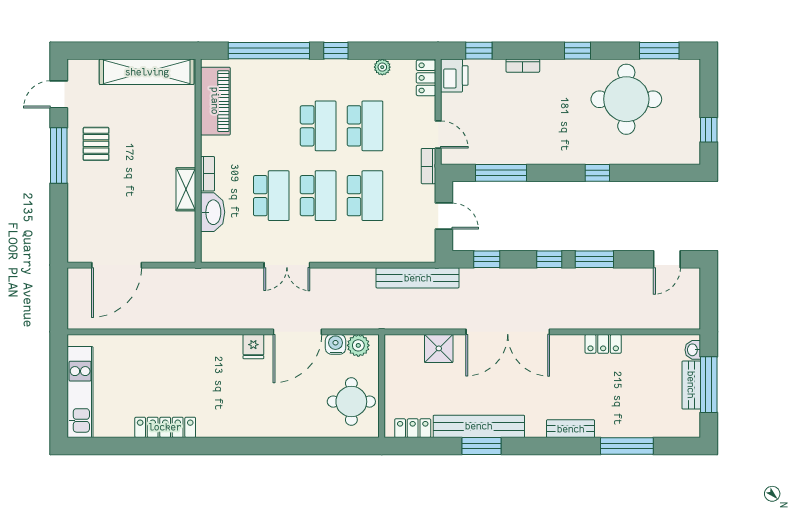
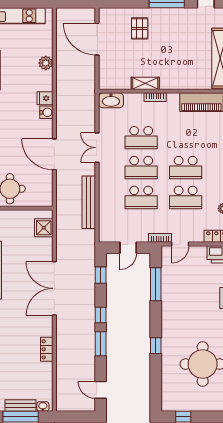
pallet: (96, 144) -> (140, 28), moved, turned 90
washbasin: (213, 212) -> (111, 100), moved
bench: (418, 278) -> (89, 202), moved
water cooler: (336, 344) -> (46, 112), moved
plant: (358, 345) -> (46, 63), moved
fridge: (253, 347) -> (45, 98), moved
shower: (439, 348) -> (44, 228), moved

